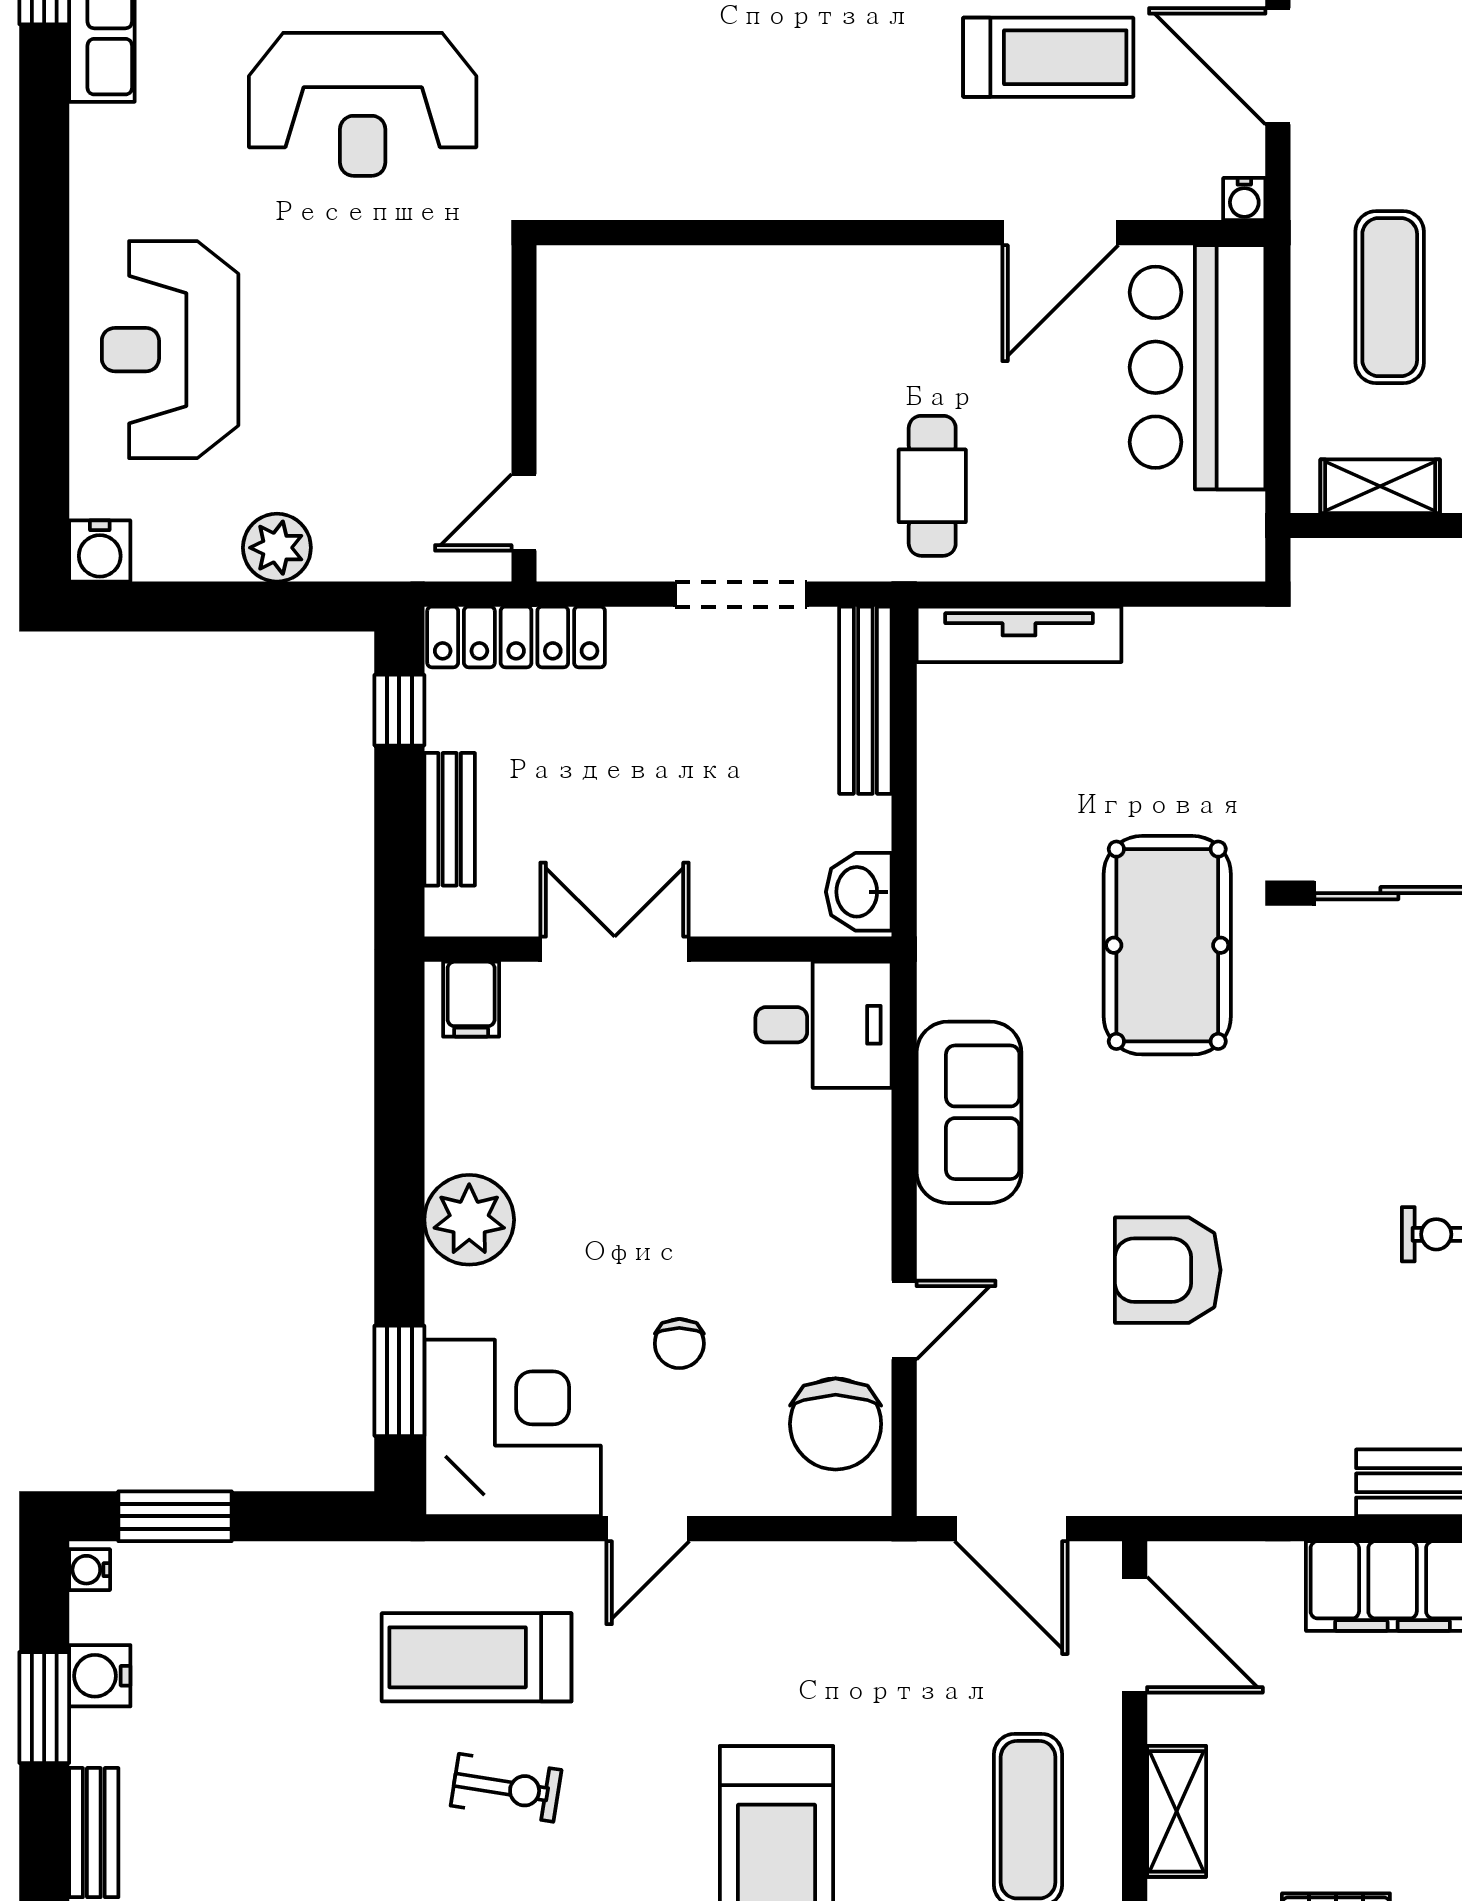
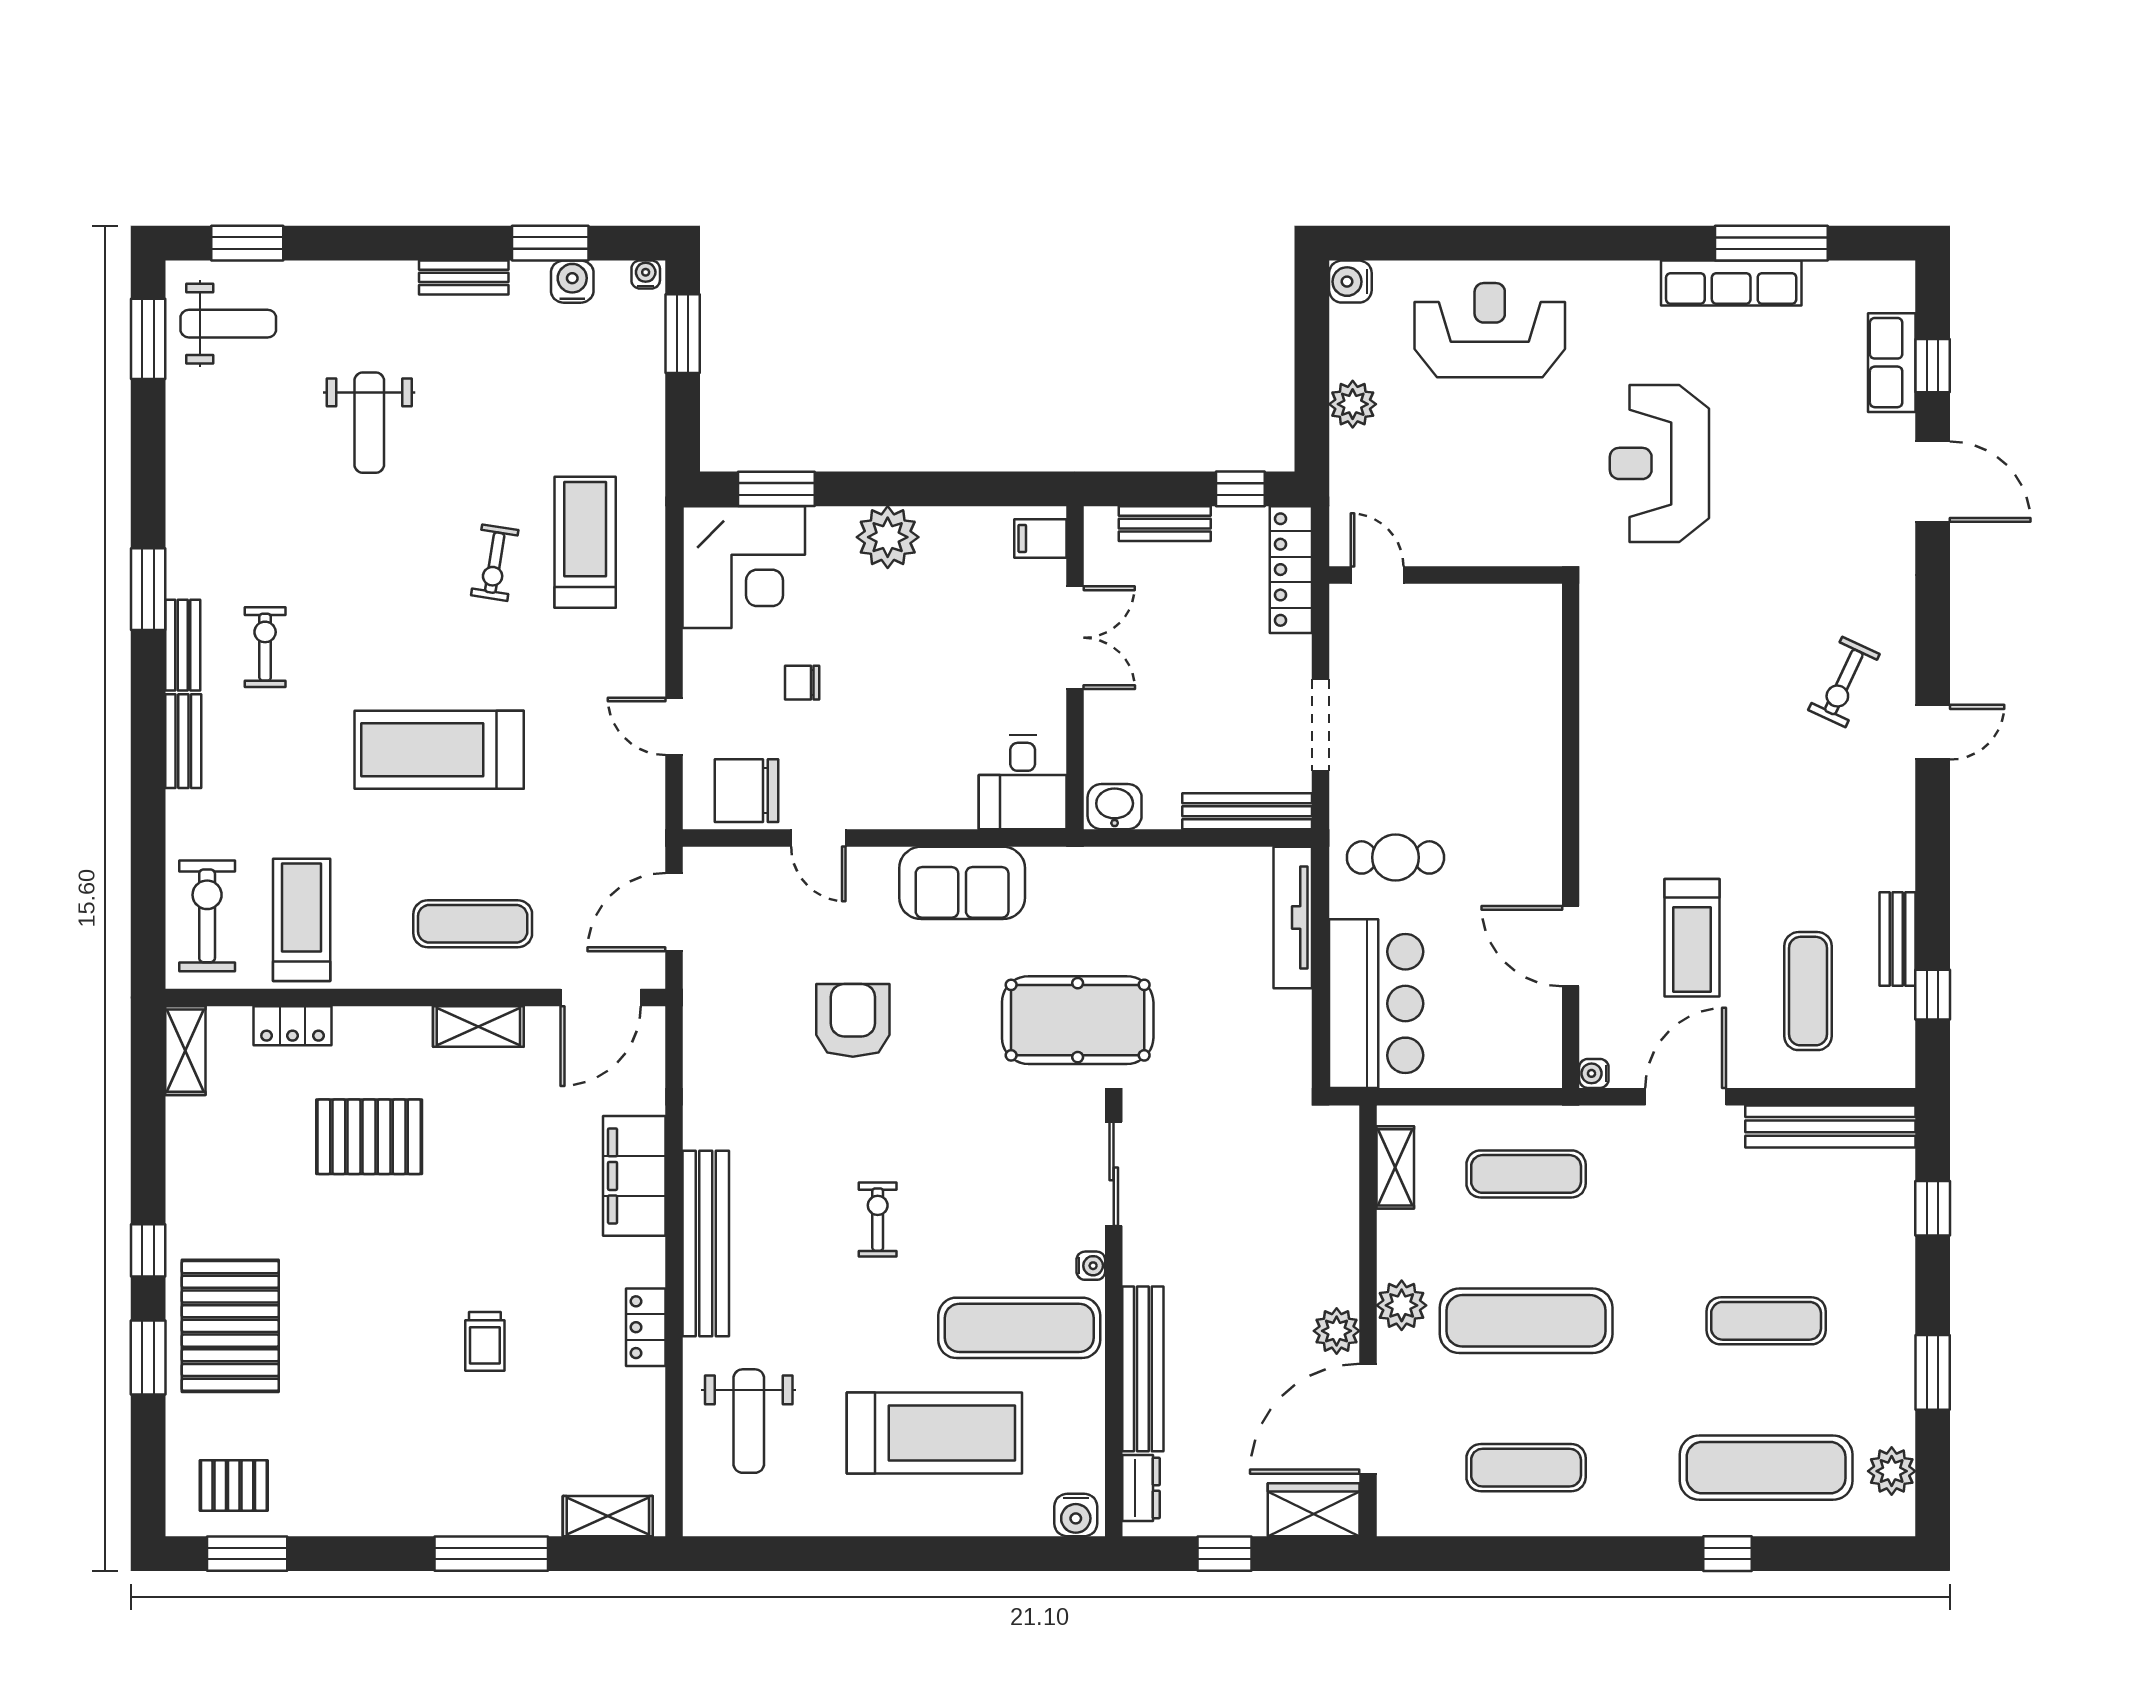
bar counter: (1198, 367) -> (1376, 1004), moved, turned 90
door: (648, 1529) -> (674, 726), moved

